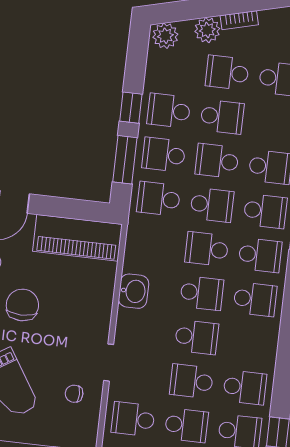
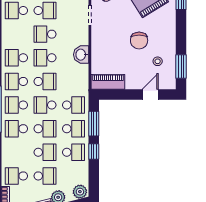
school desk: (222, 117) -> (45, 152), turned 180
piano: (77, 238) -> (108, 82), width x0.73, depth x0.75

